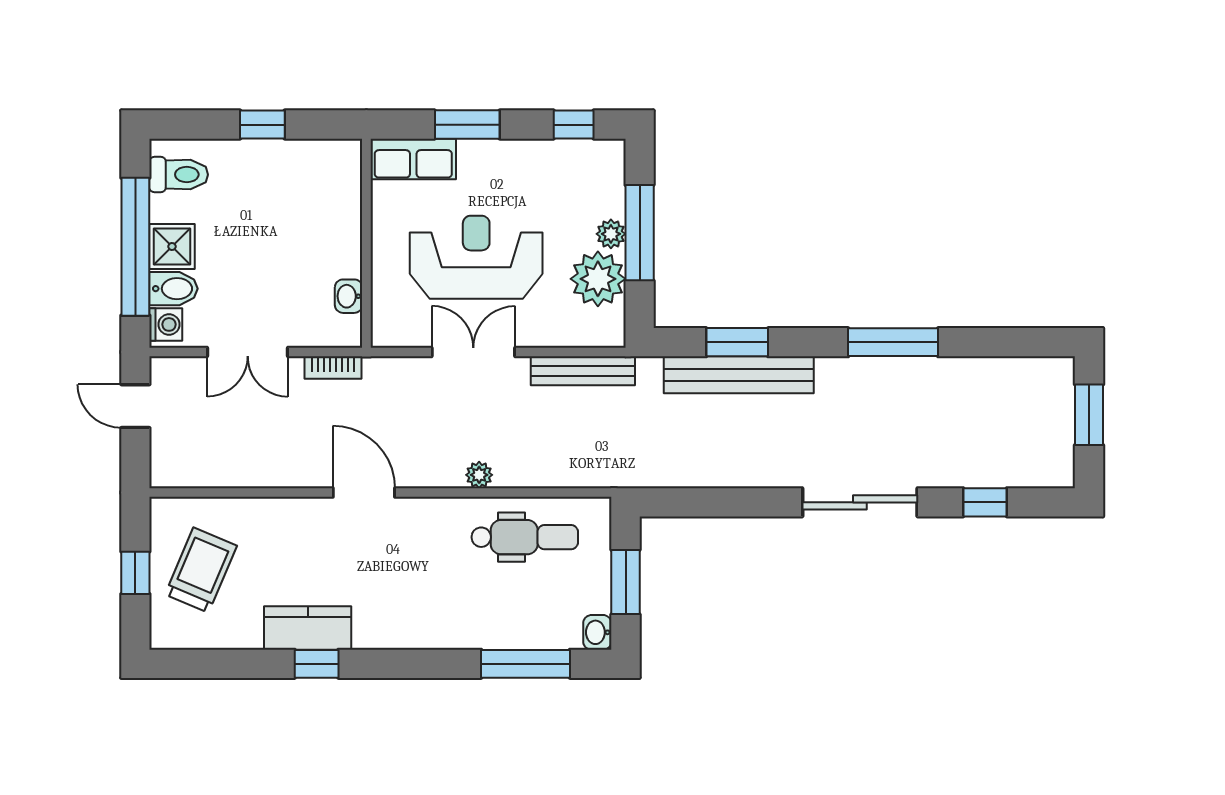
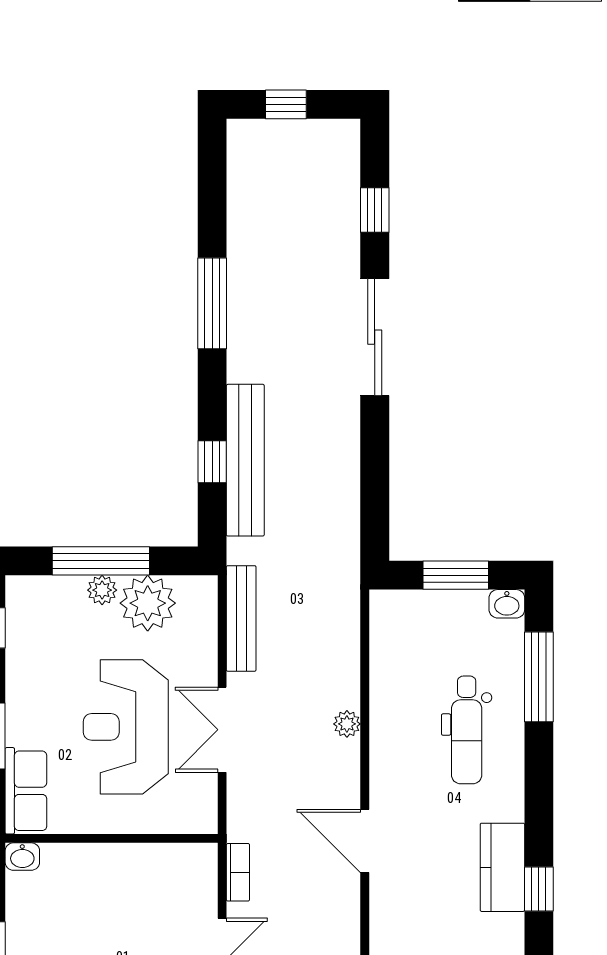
washbasin: (349, 296) -> (22, 857), moved
window: (737, 342) -> (212, 462), width x0.67
window: (1089, 415) -> (286, 104), width x0.67
door: (364, 492) -> (365, 841), hinge flipped
dental chair: (525, 537) -> (467, 730), moved, turned 180
kitchen counter: (308, 628) -> (502, 867), moved

